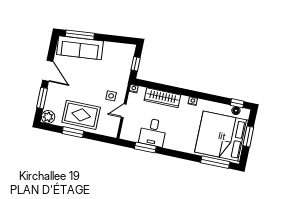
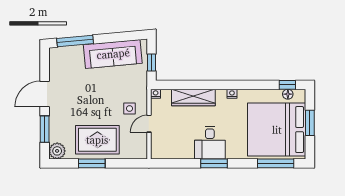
sofa: (80, 48) -> (113, 54), moved
door: (48, 71) -> (45, 94), swing flipped
desk: (153, 132) -> (210, 143), moved
window: (145, 147) -> (214, 163), moved

